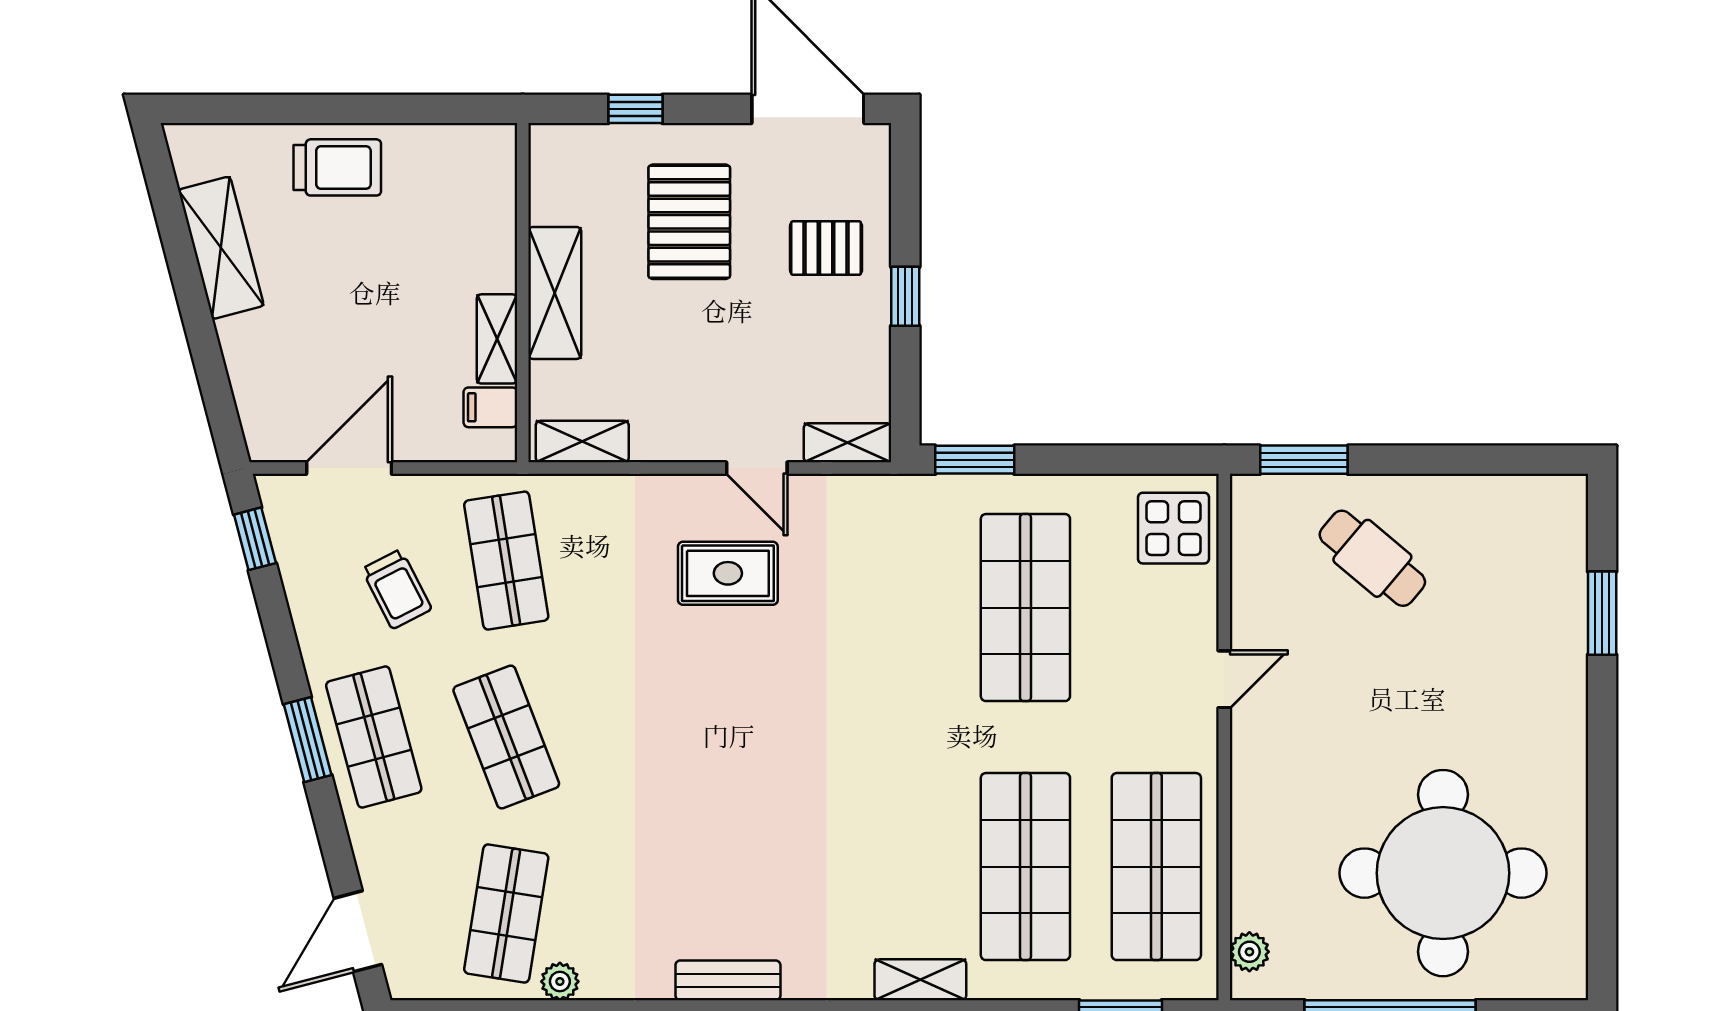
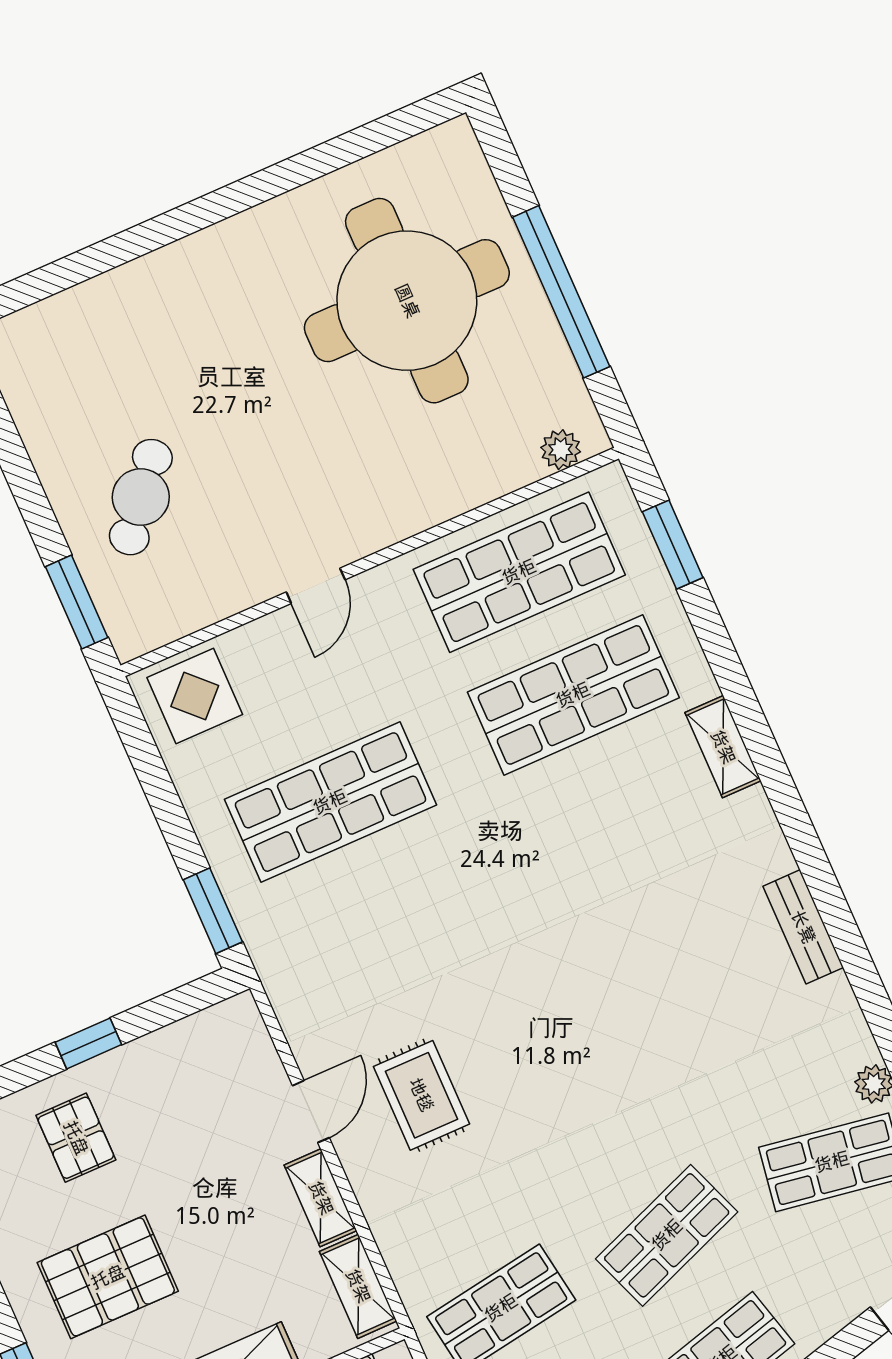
shelving: (848, 443) -> (321, 1198), moved
window: (1602, 613) -> (97, 259), removed
door: (1224, 679) -> (316, 586), swing flipped

